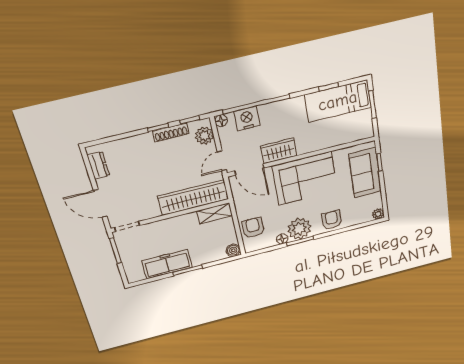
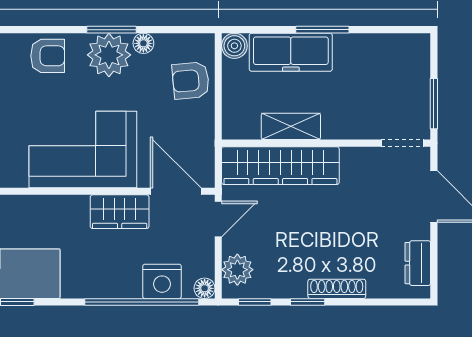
shoe rack: (171, 132) -> (337, 289), moved
shelving: (215, 213) -> (291, 126), moved
armchair: (332, 220) -> (48, 56), turned -90
armchair: (253, 228) -> (191, 81), turned 85
freezer: (167, 264) -> (291, 52), moved

